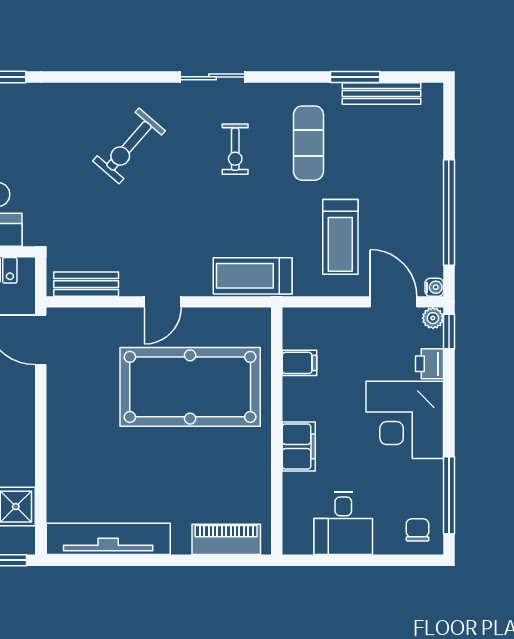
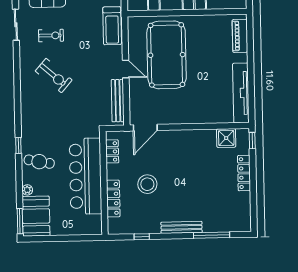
sliding door: (212, 77) -> (16, 25), moved
exercise bike: (129, 146) -> (54, 76), moved
bench: (86, 284) -> (118, 101), width x1.36

